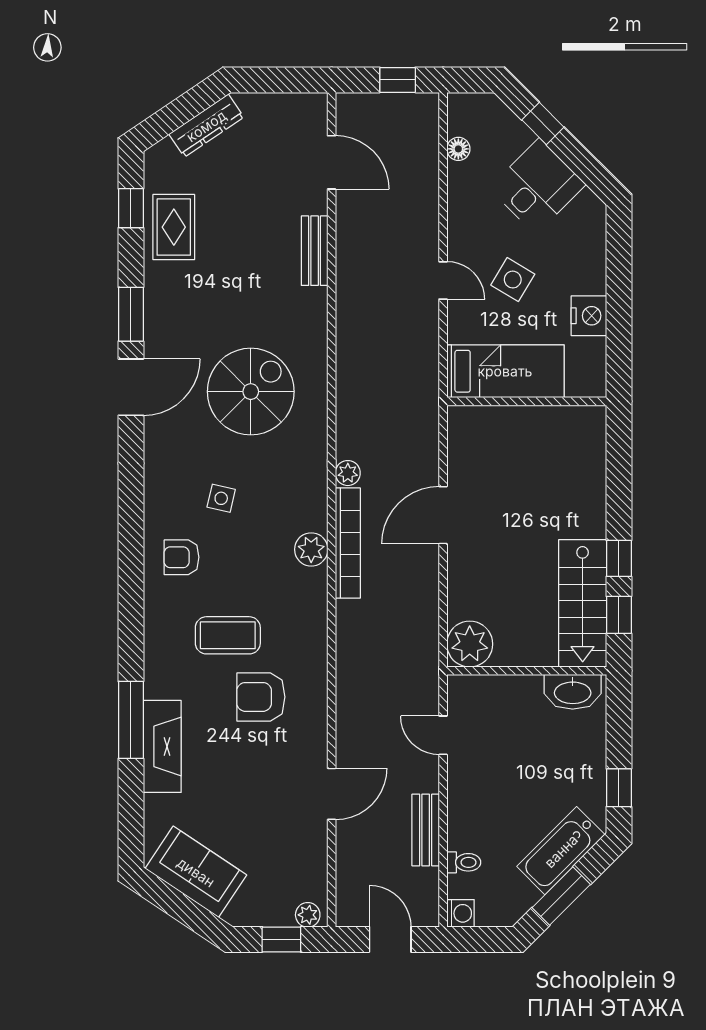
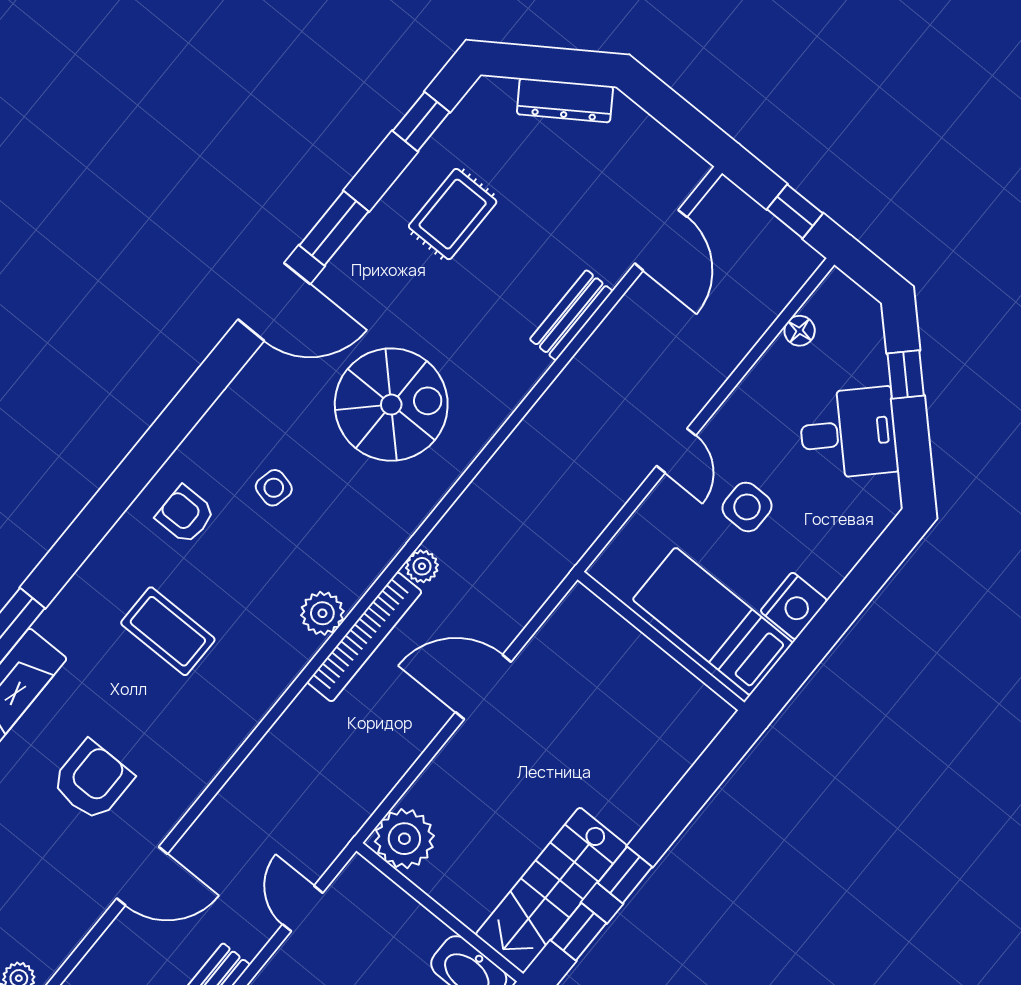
rug: (174, 227) -> (453, 214), moved
side table: (513, 280) -> (747, 507), turned -31
bed: (505, 371) -> (713, 621), moved, turned 180
armchair: (261, 697) -> (92, 781), moved, turned 90

